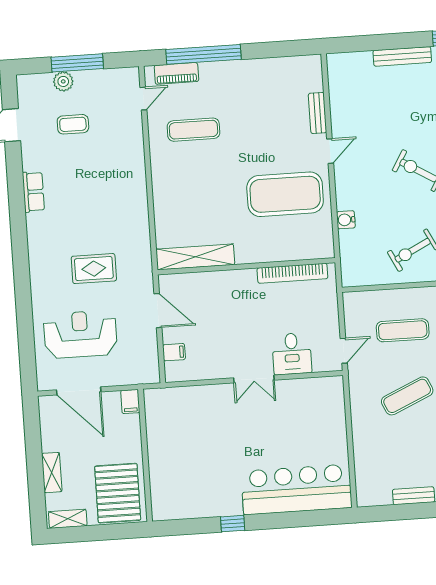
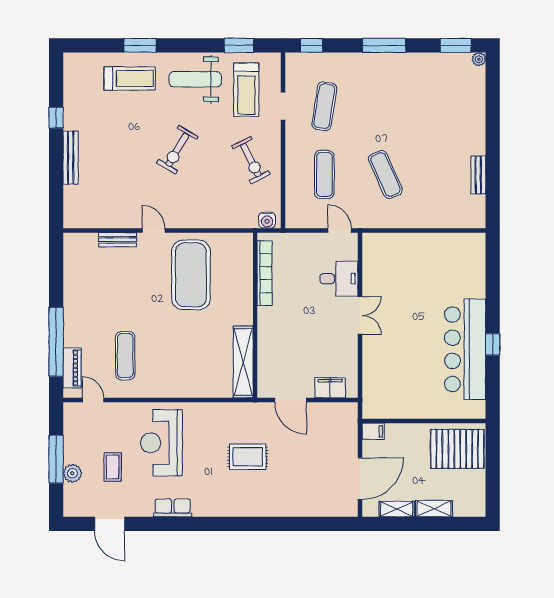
water cooler: (346, 220) -> (267, 220), moved
rug: (94, 269) -> (248, 457), turned 90
door: (158, 311) -> (291, 400), swing flipped
reception desk: (80, 334) -> (161, 443), moved
filing cabinet: (174, 352) -> (330, 388), width x2.00
bar counter: (297, 489) -> (465, 349), moved
shelving: (68, 519) -> (397, 509), moved, turned 90

